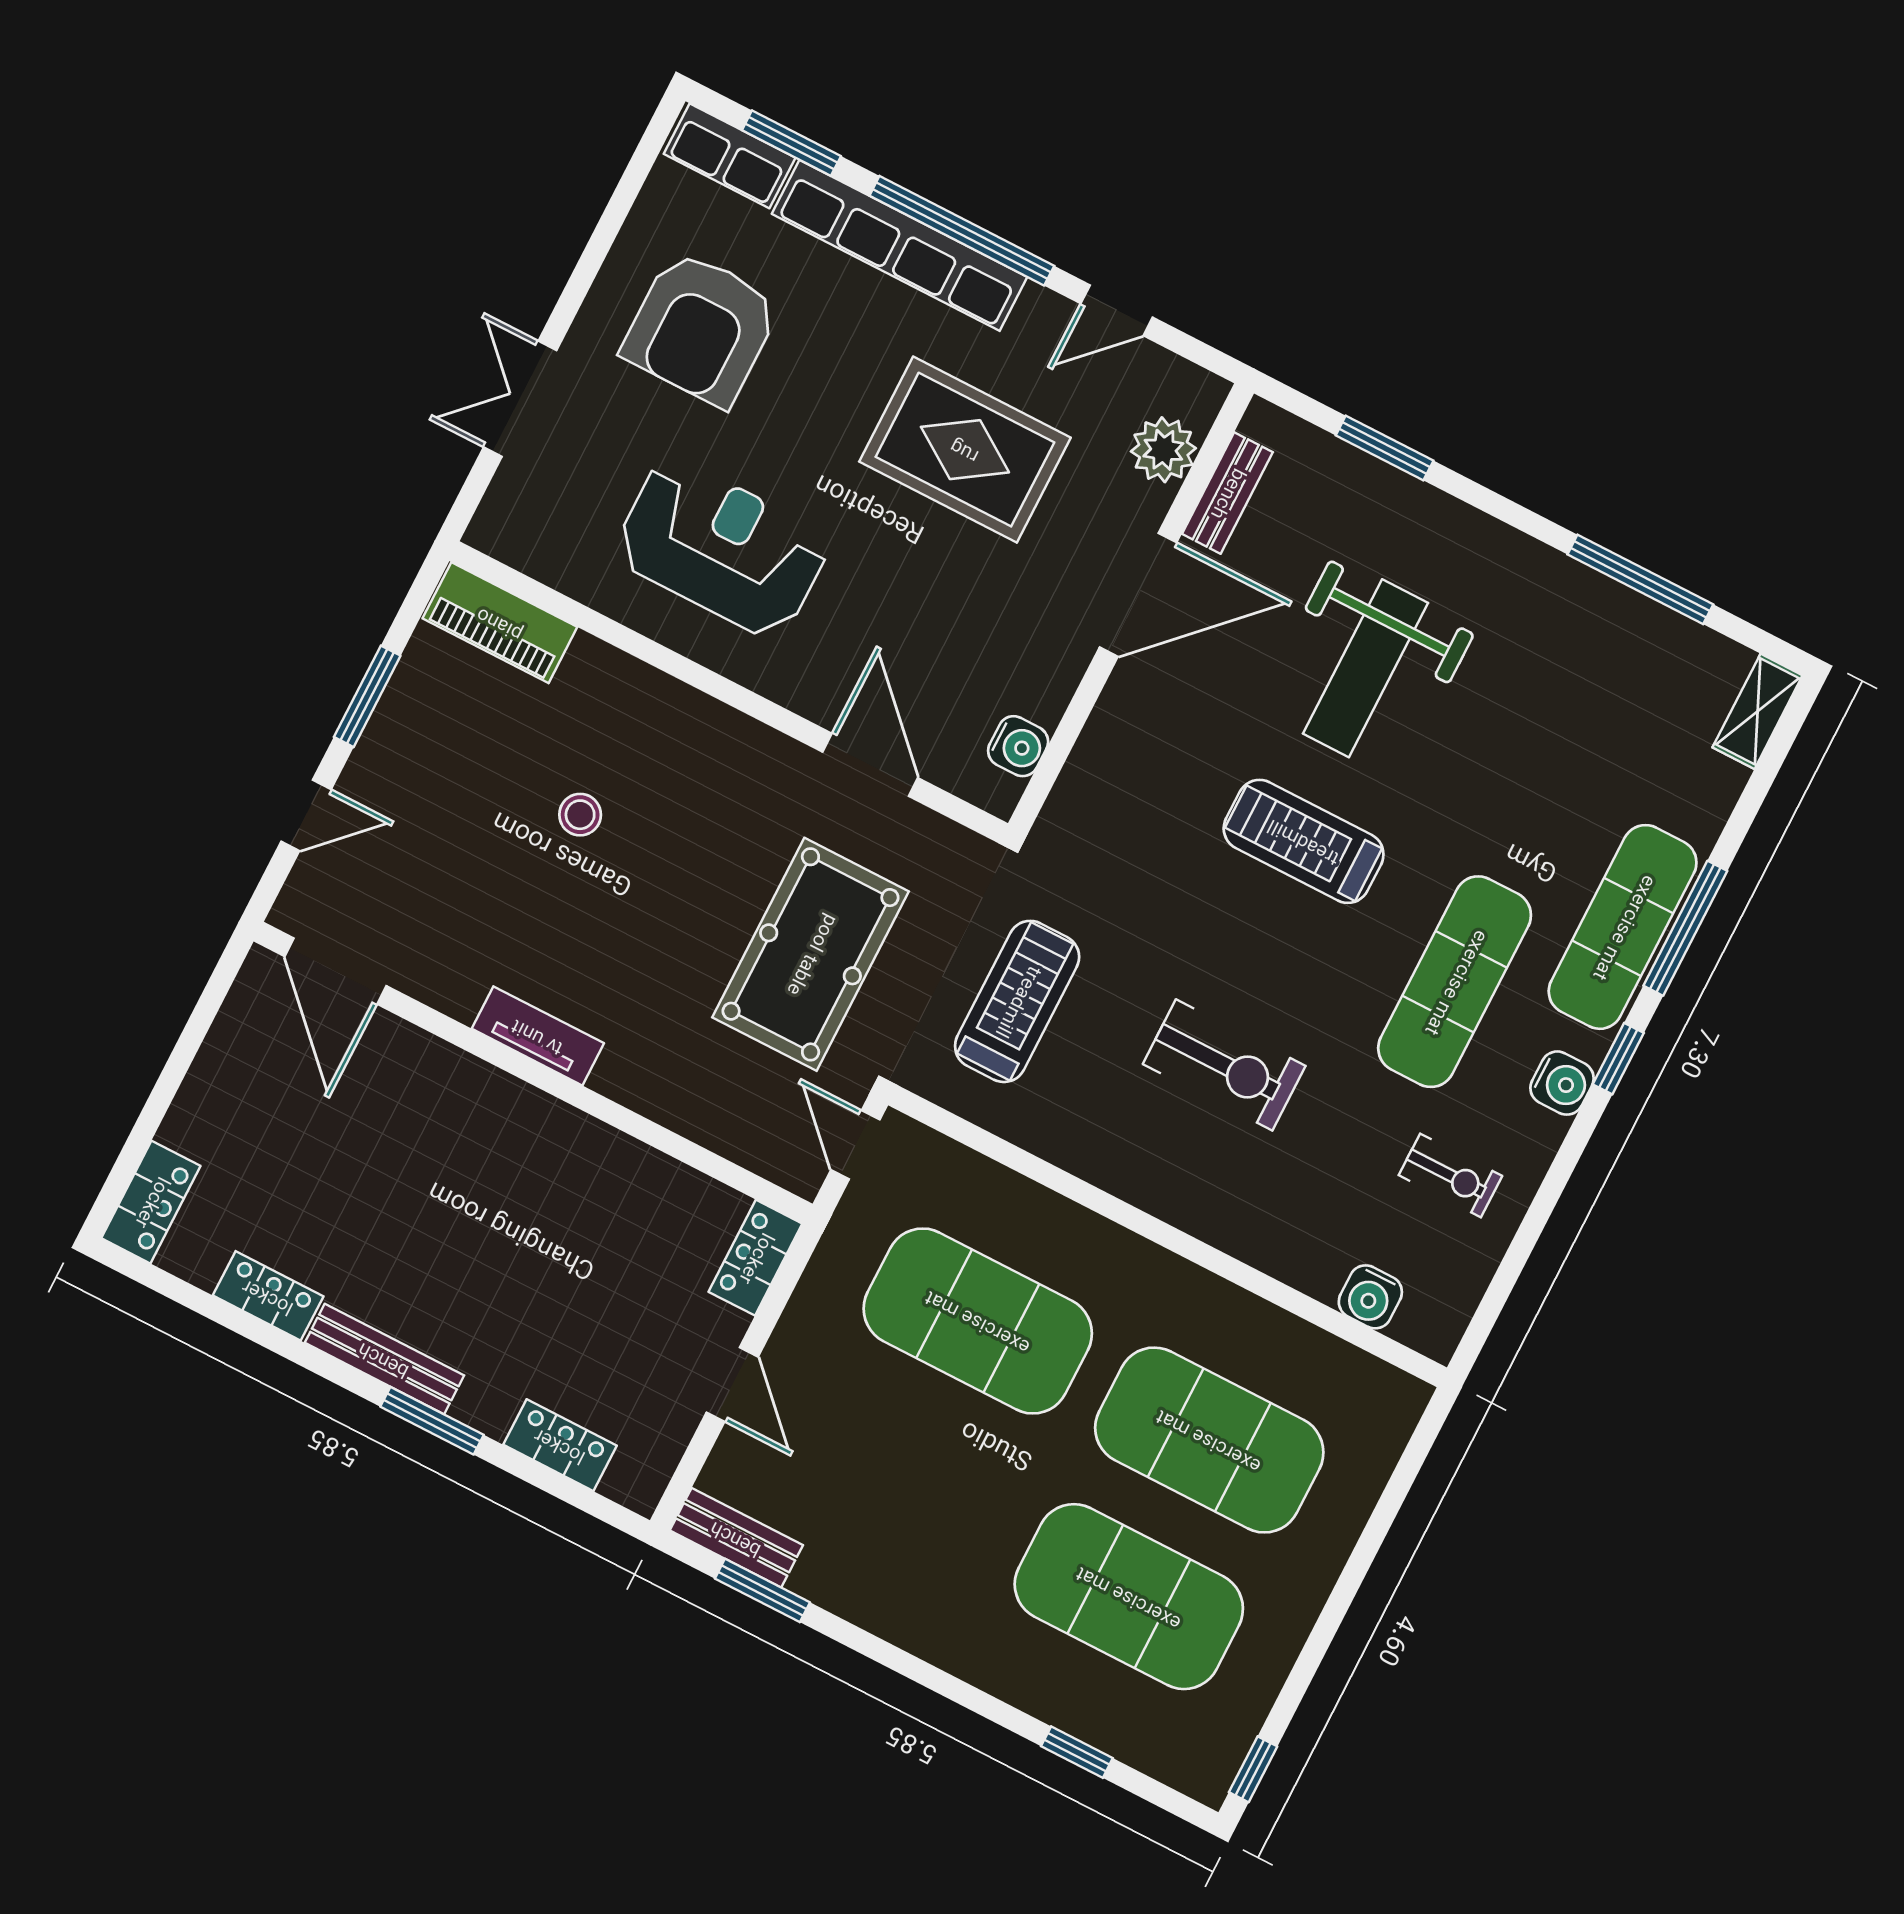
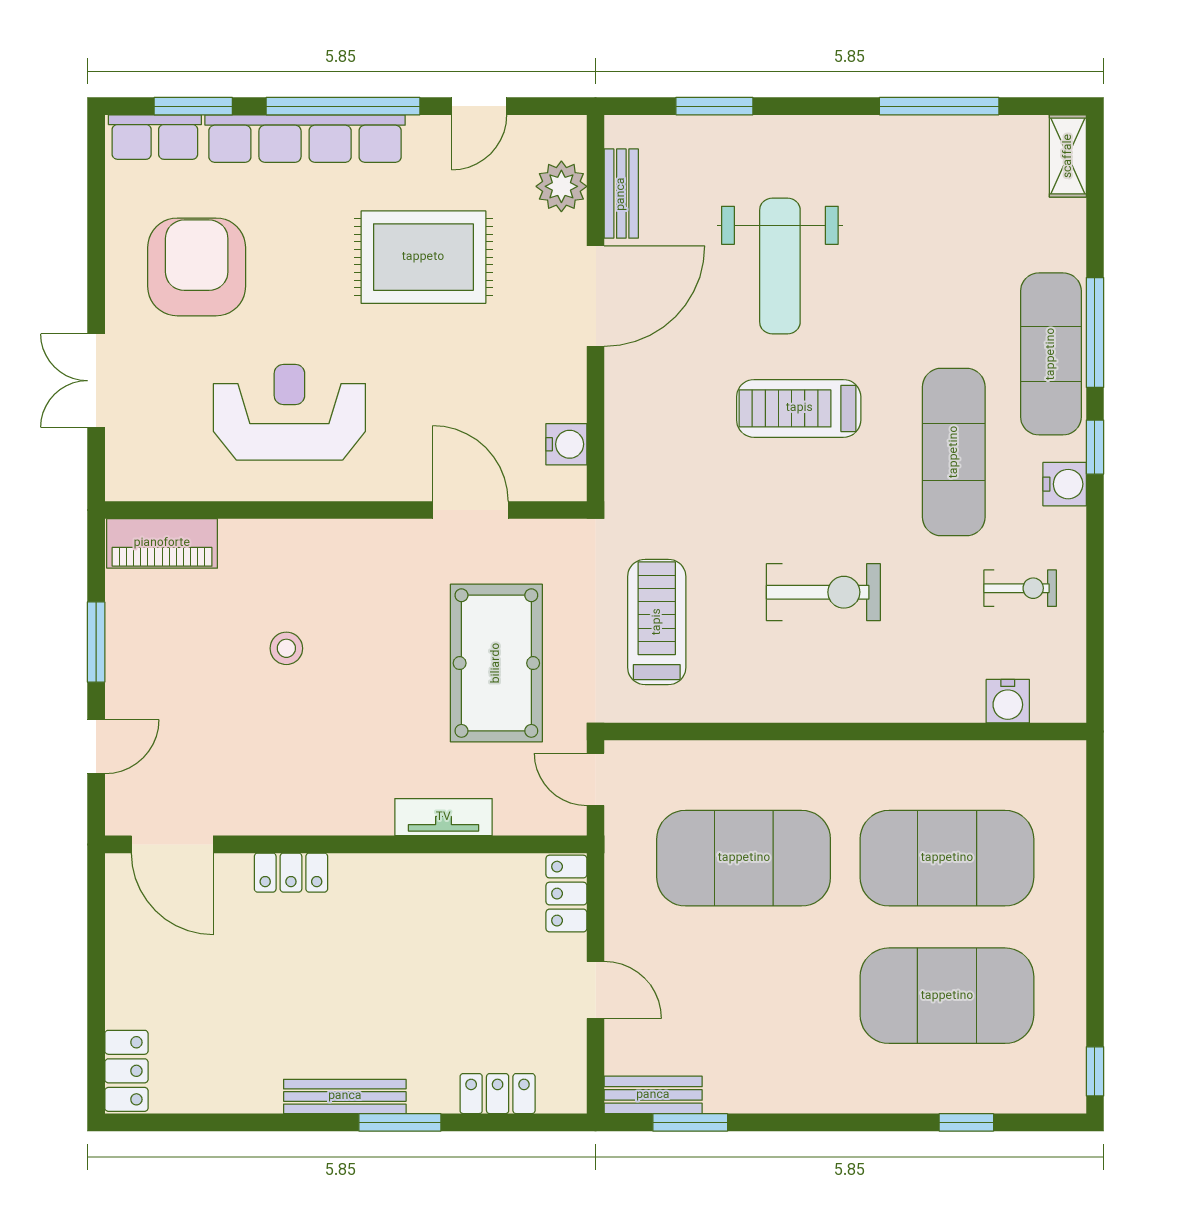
armchair: (701, 328) -> (197, 267), turned 180
tv unit: (538, 1036) -> (443, 817), moved
locker: (268, 1296) -> (291, 873), moved, turned 180

